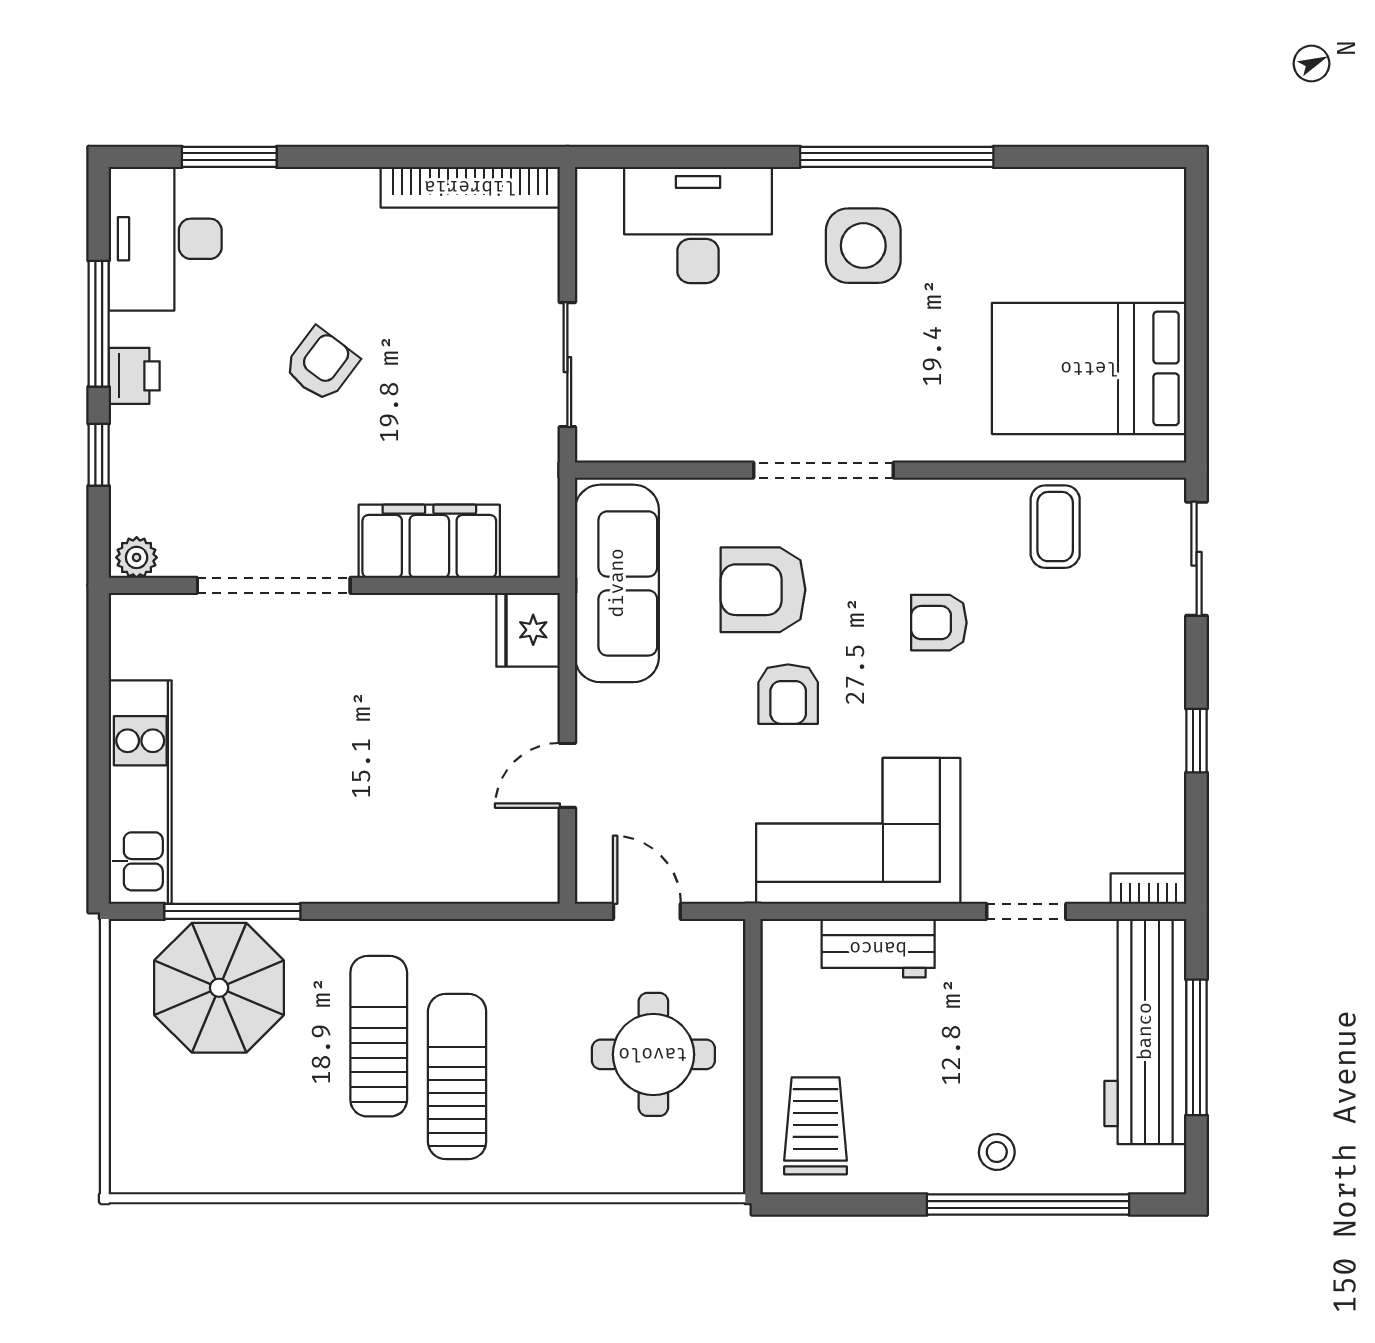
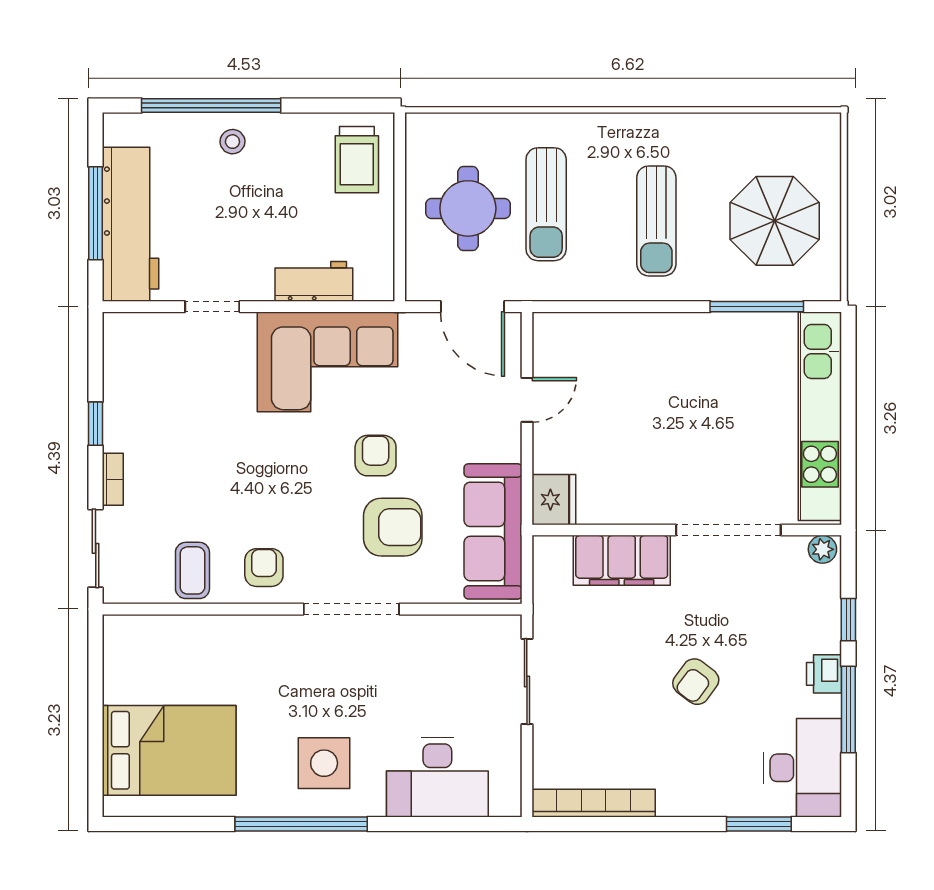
bed: (1089, 368) -> (169, 750), moved
armchair: (939, 623) -> (264, 568), moved, turned -90
kitchen unit: (140, 792) -> (820, 416), width x1.36
bookcase: (1149, 889) -> (113, 479), moved, turned -90
door: (647, 911) -> (472, 307), width x1.38
parasol: (219, 988) -> (775, 221), moved
sun lounger: (457, 1077) -> (546, 204), moved

